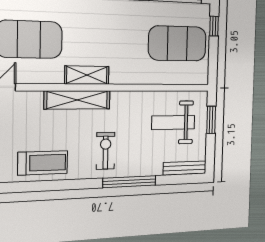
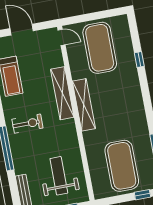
shelving: (87, 75) -> (84, 105), width x1.47

